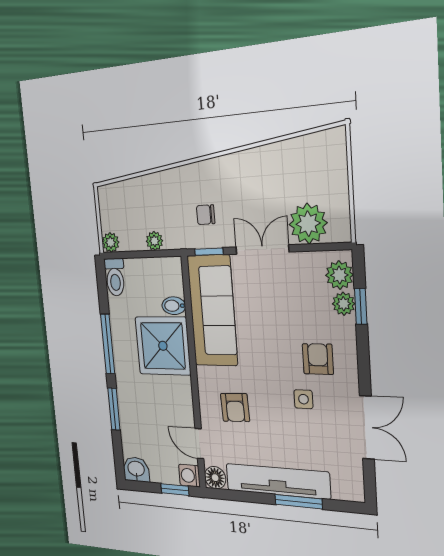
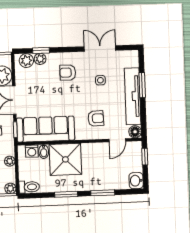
window: (108, 344) -> (66, 194), width x0.69
side table: (303, 399) -> (100, 80), moved
washing machine: (189, 476) -> (32, 151), moved

